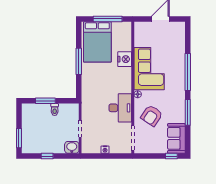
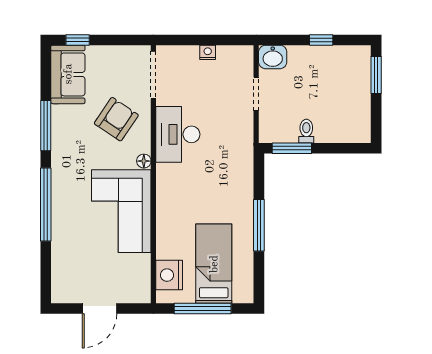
bed: (97, 42) -> (214, 264), width x0.67
nightstand: (125, 59) -> (169, 275), moved
window: (45, 101) -> (292, 148), moved

